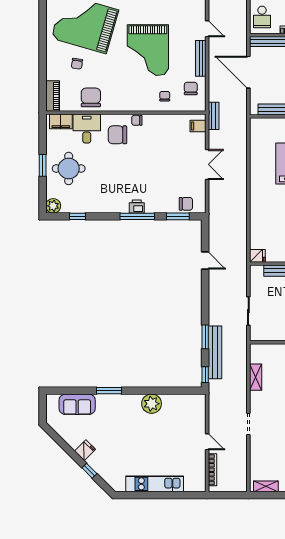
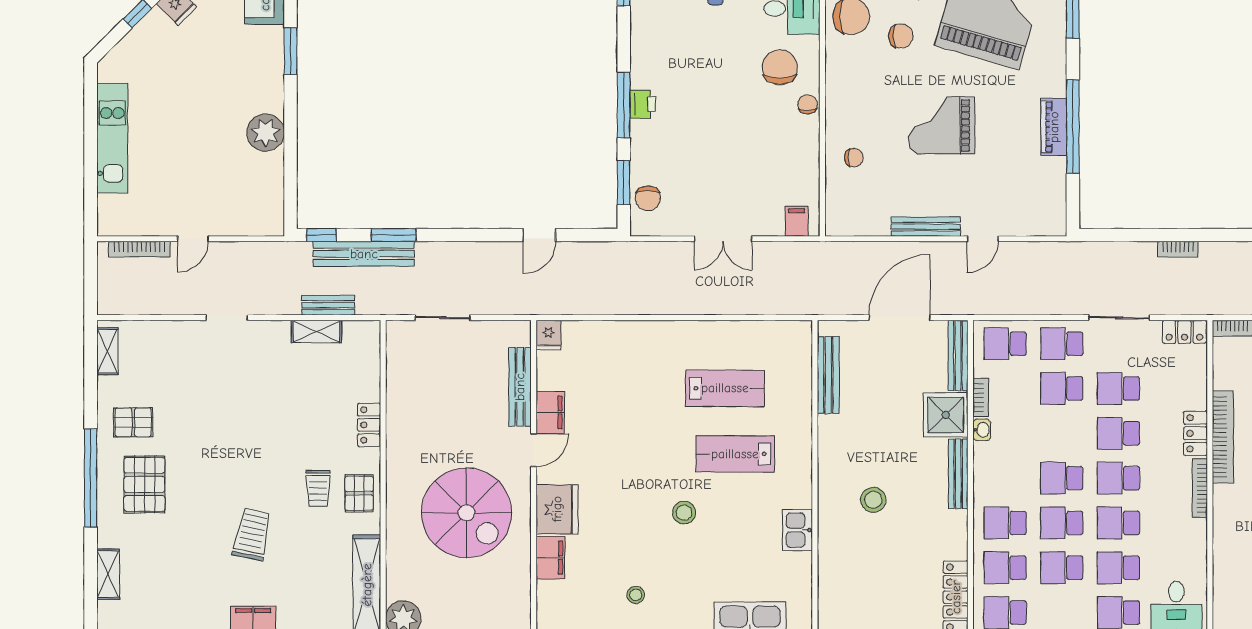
grand piano: (148, 50) -> (942, 125), width x0.73, depth x0.68
chair: (191, 88) -> (901, 36), moved
bench: (214, 116) -> (328, 305), moved

